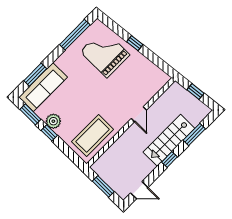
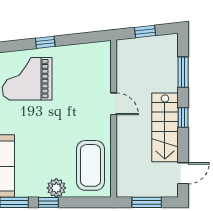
plant: (53, 121) -> (56, 188), moved
stairs: (169, 140) -> (165, 127), moved

